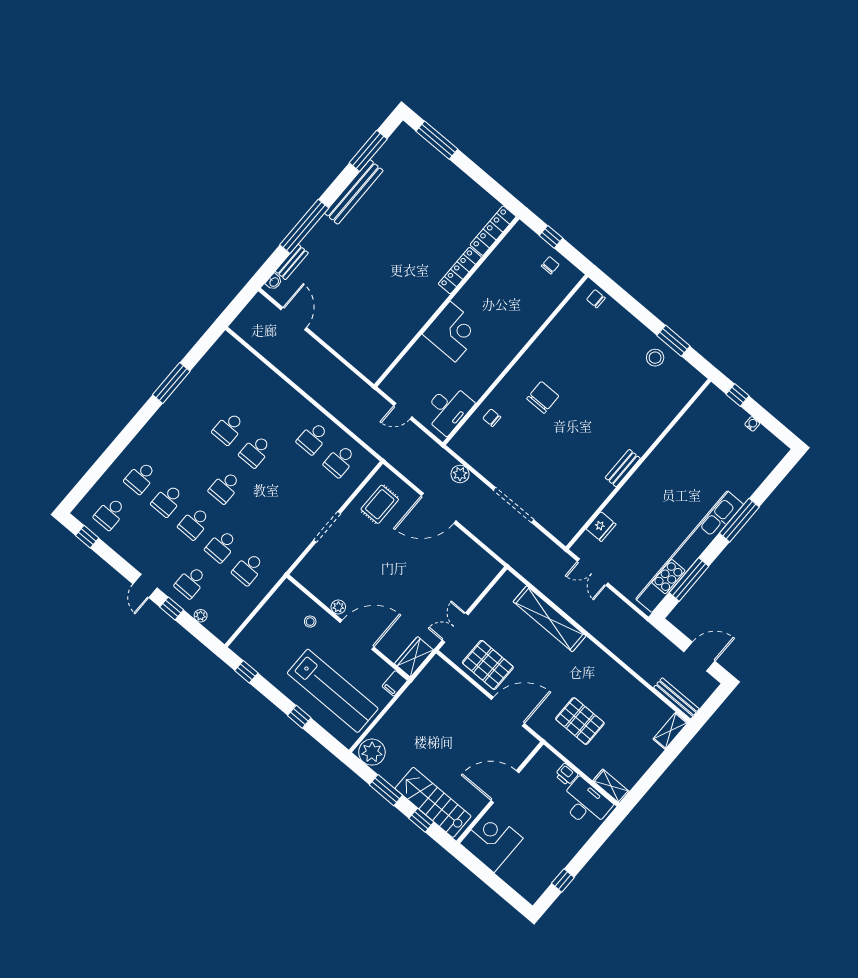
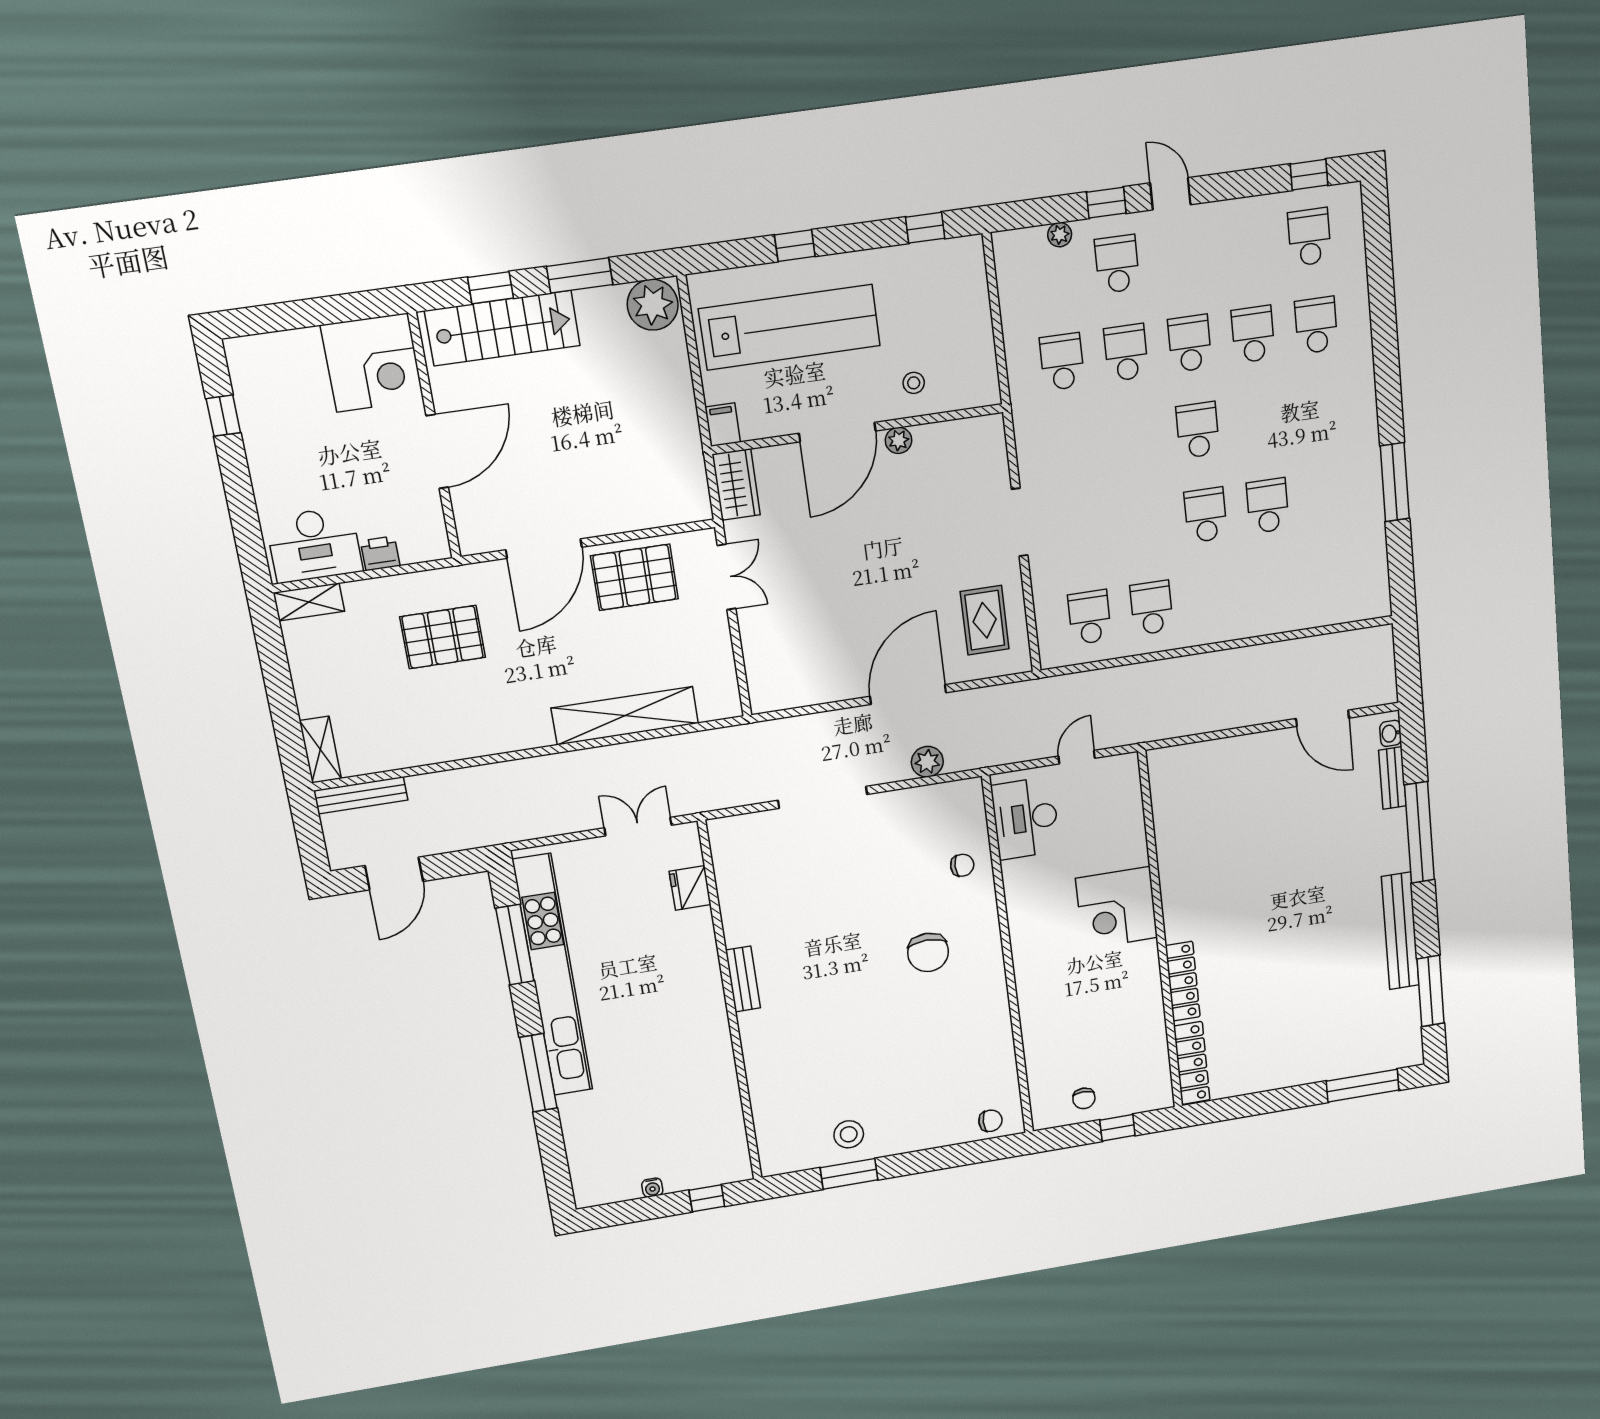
lab bench: (333, 691) -> (790, 327), turned 180

